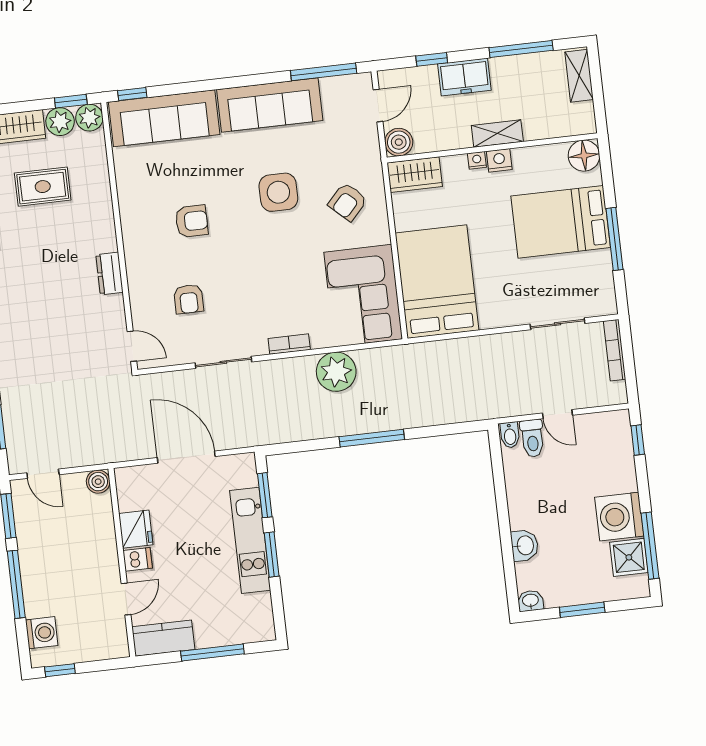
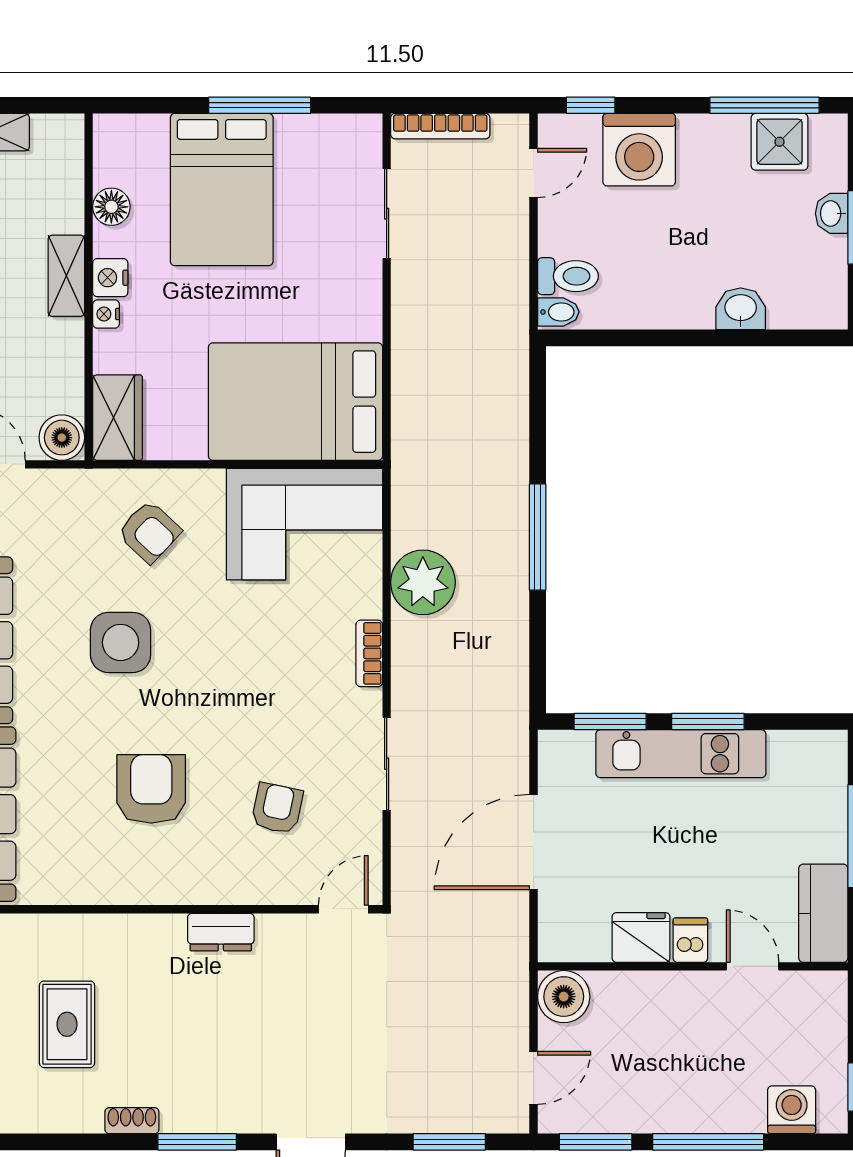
floor lamp: (584, 156) -> (111, 207), moved, width x0.73, depth x0.73
armchair: (192, 221) -> (151, 789), width x1.38, depth x1.38
armchair: (189, 299) -> (277, 808), turned -78
door: (557, 414) -> (534, 173), moved
boiler: (98, 482) -> (564, 997), width x1.36, depth x1.36
washing machine: (619, 517) -> (639, 150), moved
washbasin: (530, 601) -> (832, 213), moved

